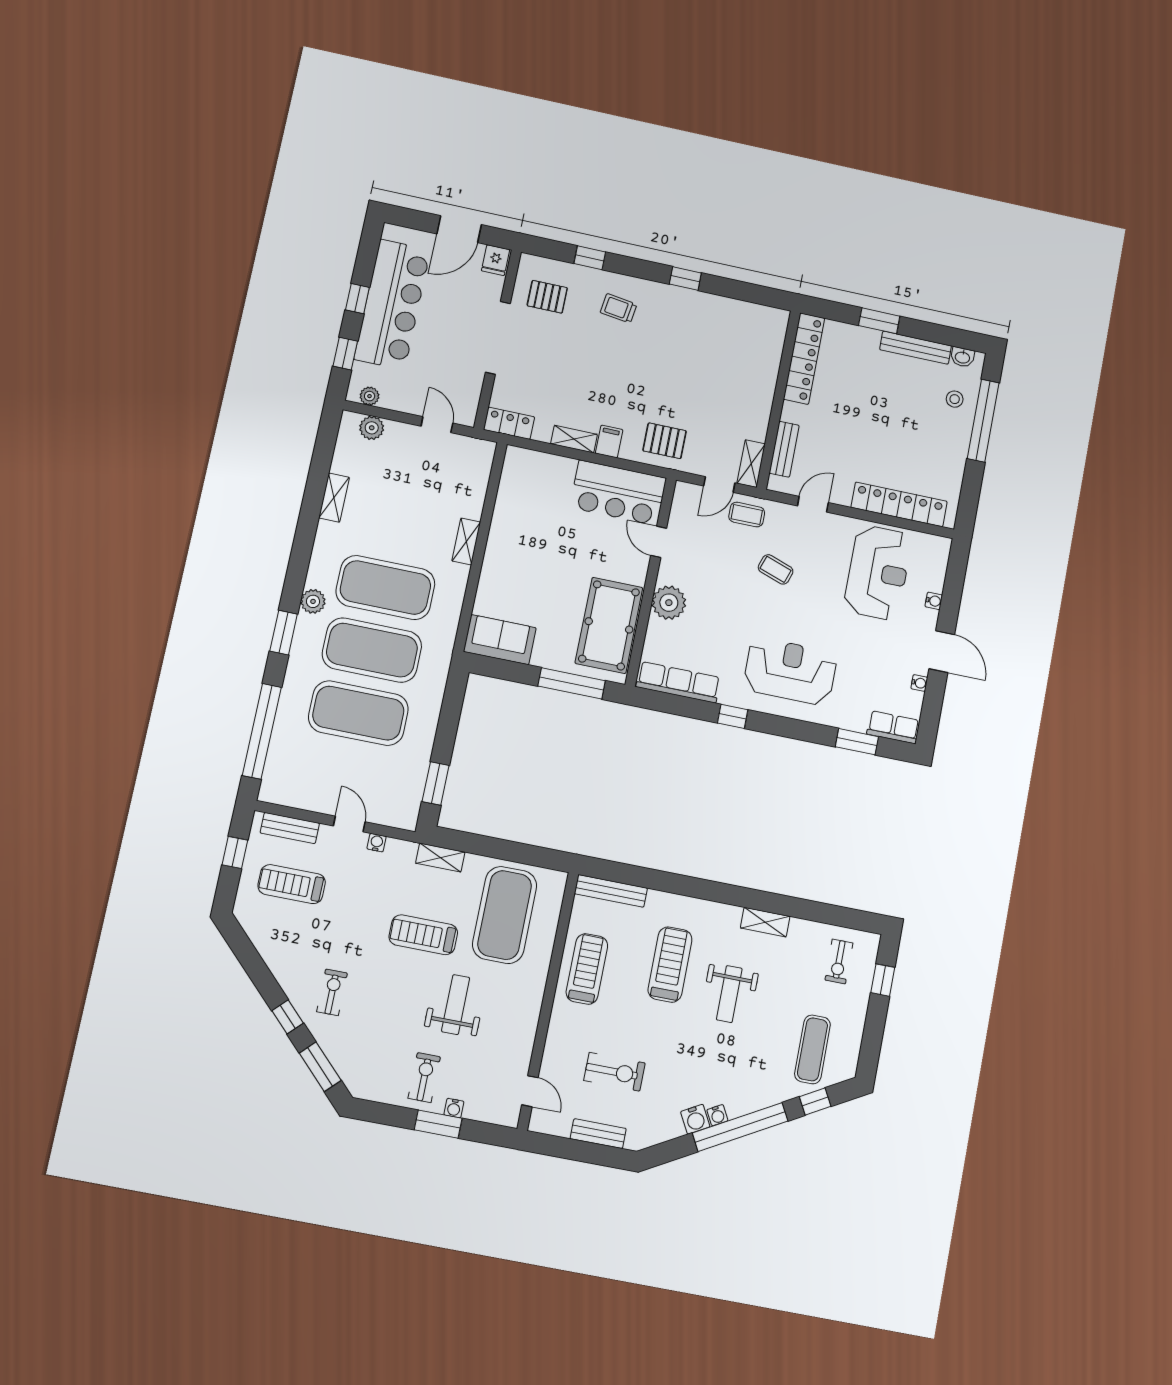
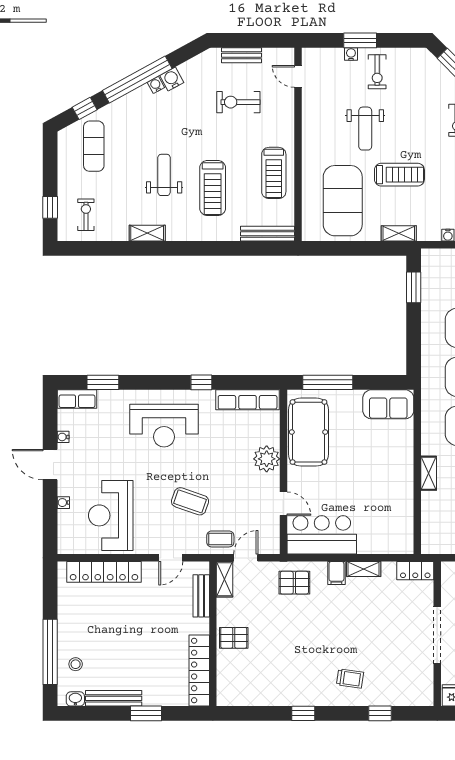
pallet: (547, 297) -> (234, 638), moved
coffee table: (776, 569) -> (190, 501), width x1.36, depth x1.30

